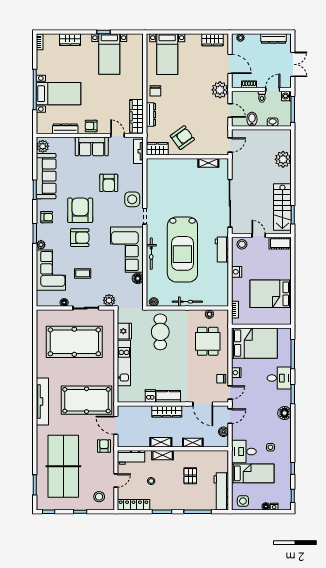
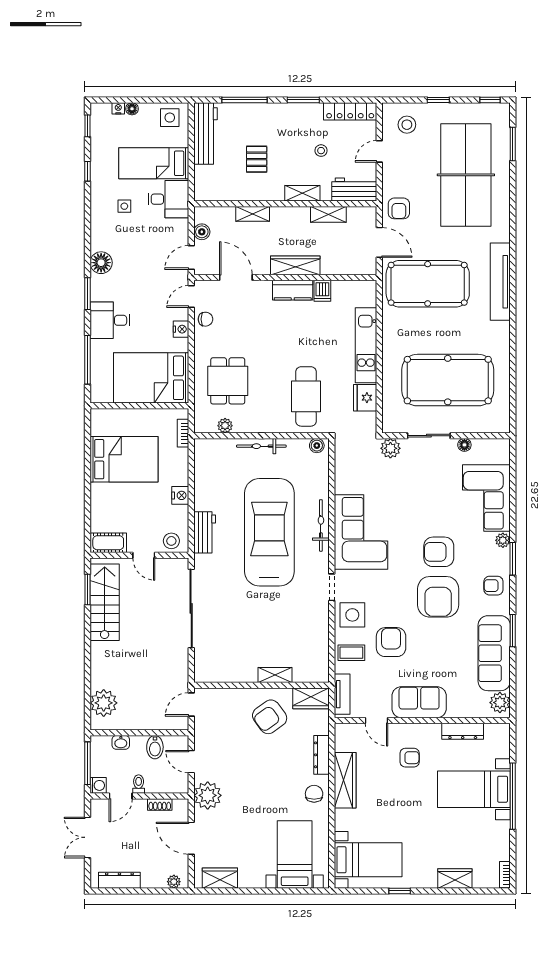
bed with nightstands: (109, 54) -> (368, 860), moved, turned 90
wardrobe: (137, 116) -> (345, 780), moved
armchair: (91, 126) -> (410, 758), moved
plant: (283, 159) -> (104, 703), moved
shelving: (208, 163) -> (275, 675), moved
coffee table: (83, 273) -> (351, 653), moved
floor lamp: (138, 278) -> (343, 485), removed
shelving: (161, 442) -> (328, 214), moved

